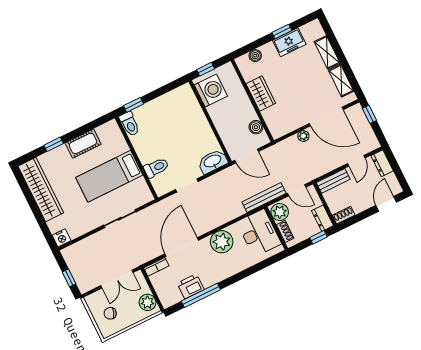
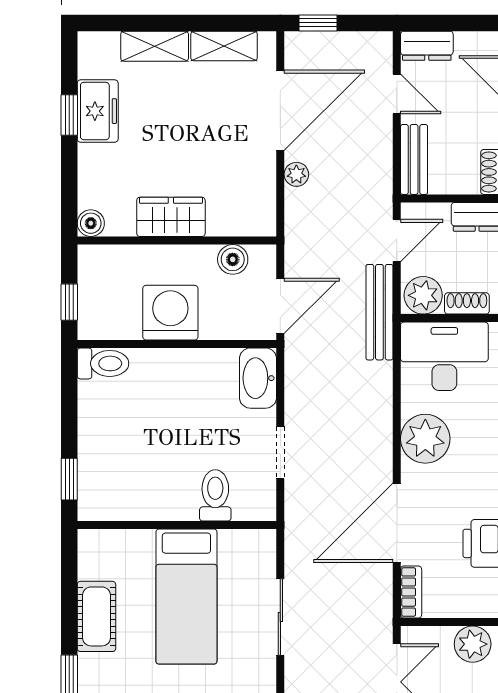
boiler: (255, 56) -> (91, 223), moved
washing machine: (211, 91) -> (170, 313), moved
toilet: (130, 124) -> (103, 363), moved
door: (182, 247) -> (397, 523), hinge flipped

